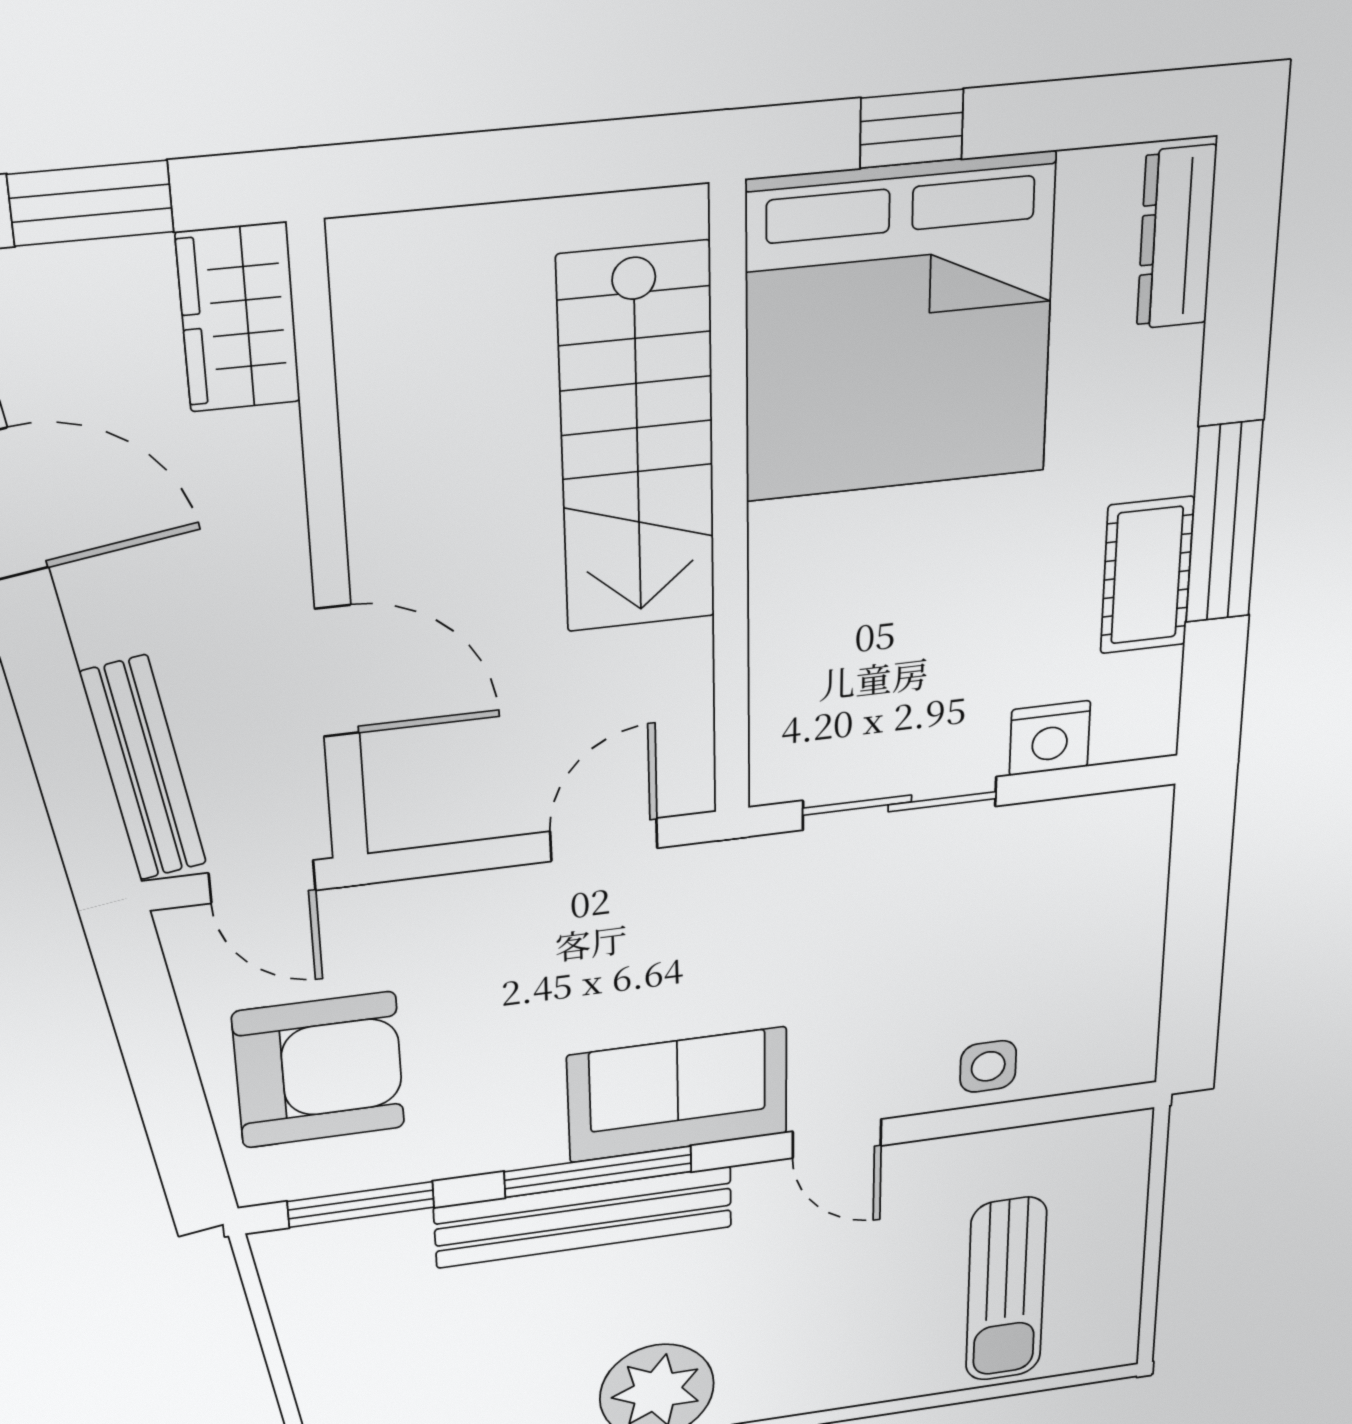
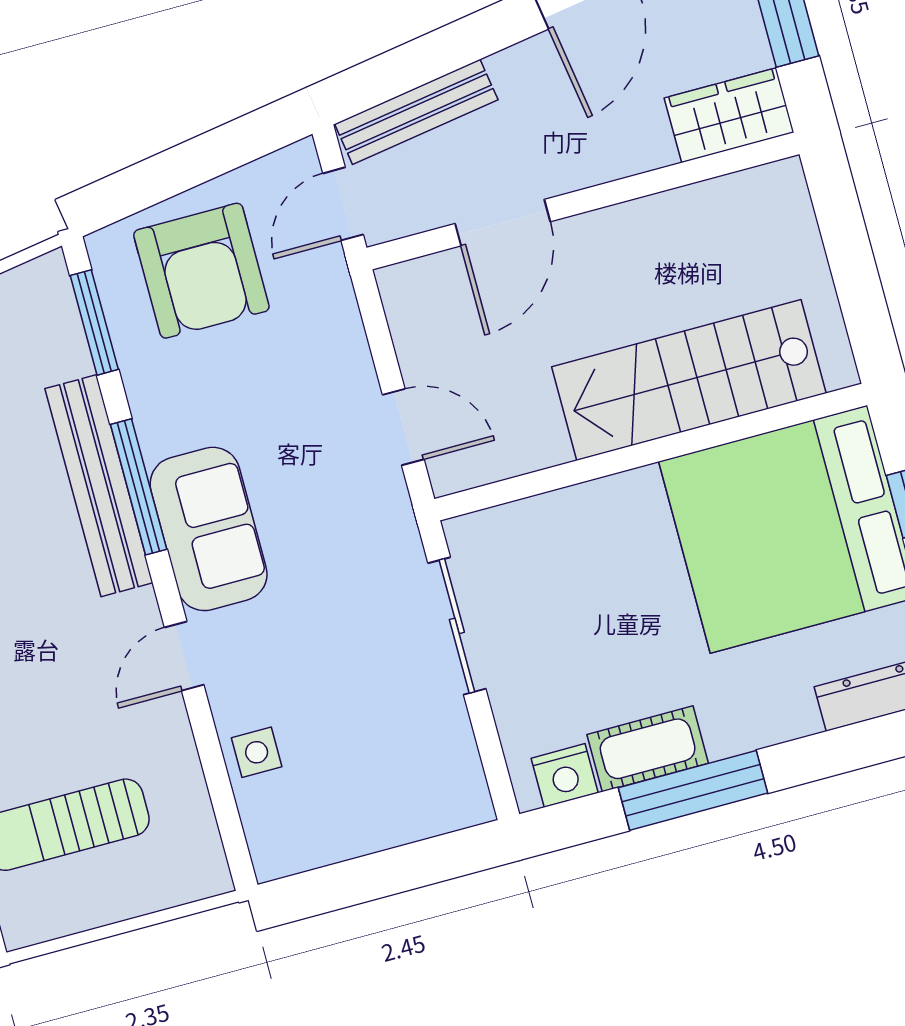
nightstand: (1050, 738) -> (565, 775), moved, turned -90

